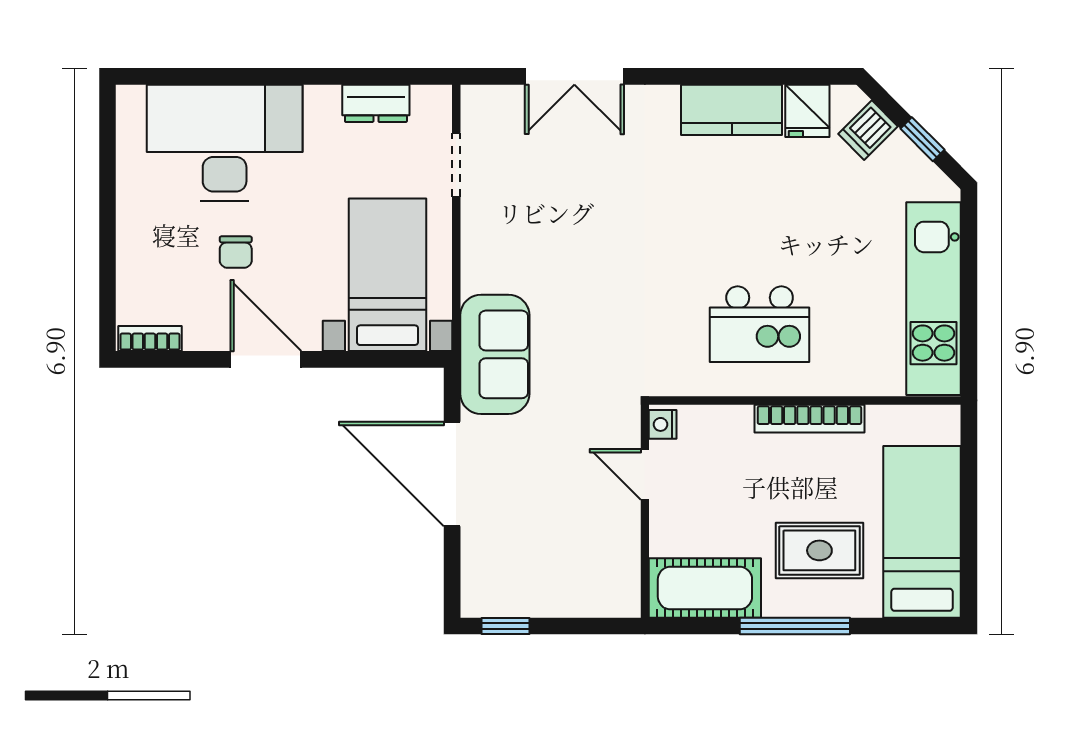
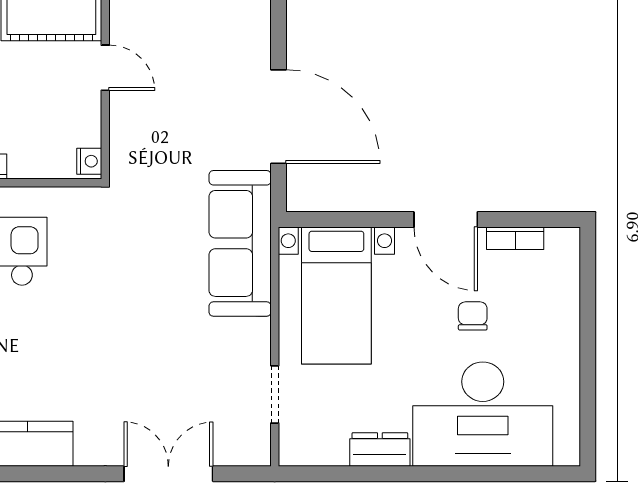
dresser: (376, 103) -> (380, 449), moved
bookcase: (150, 339) -> (515, 238), moved
sofa: (495, 354) -> (240, 243), width x1.36
door: (645, 474) -> (105, 68), moved

